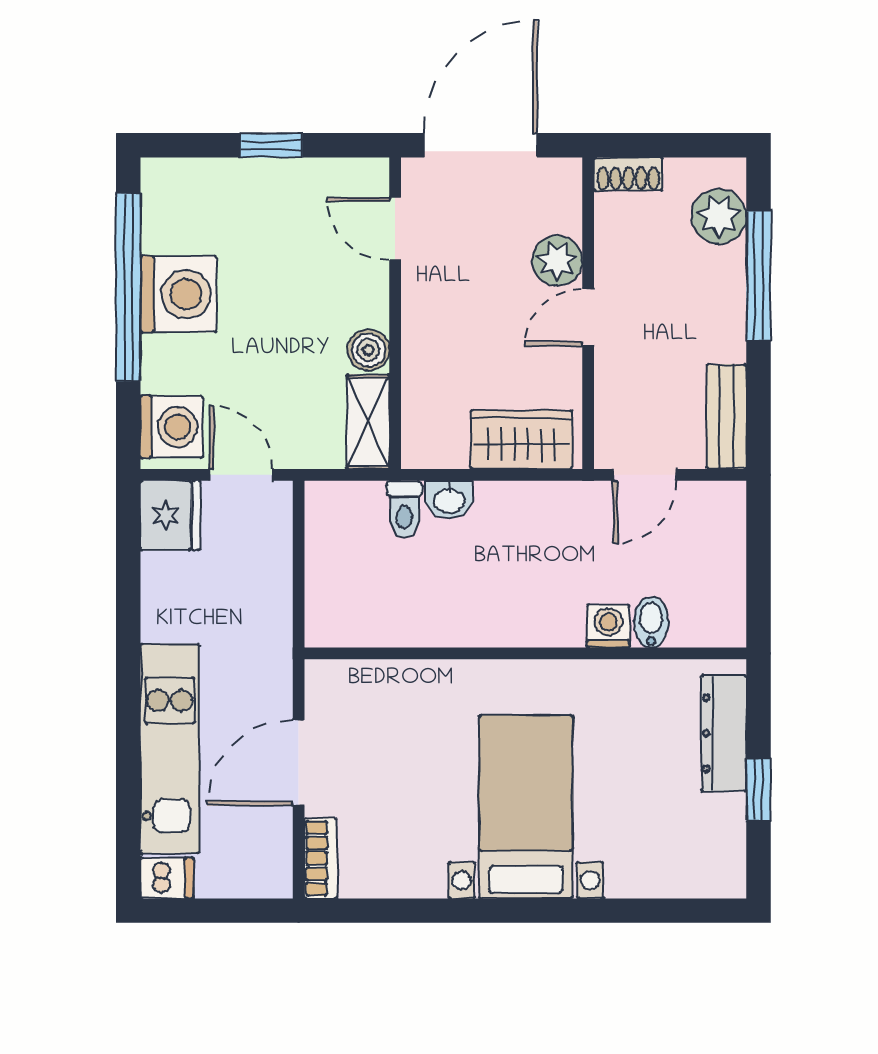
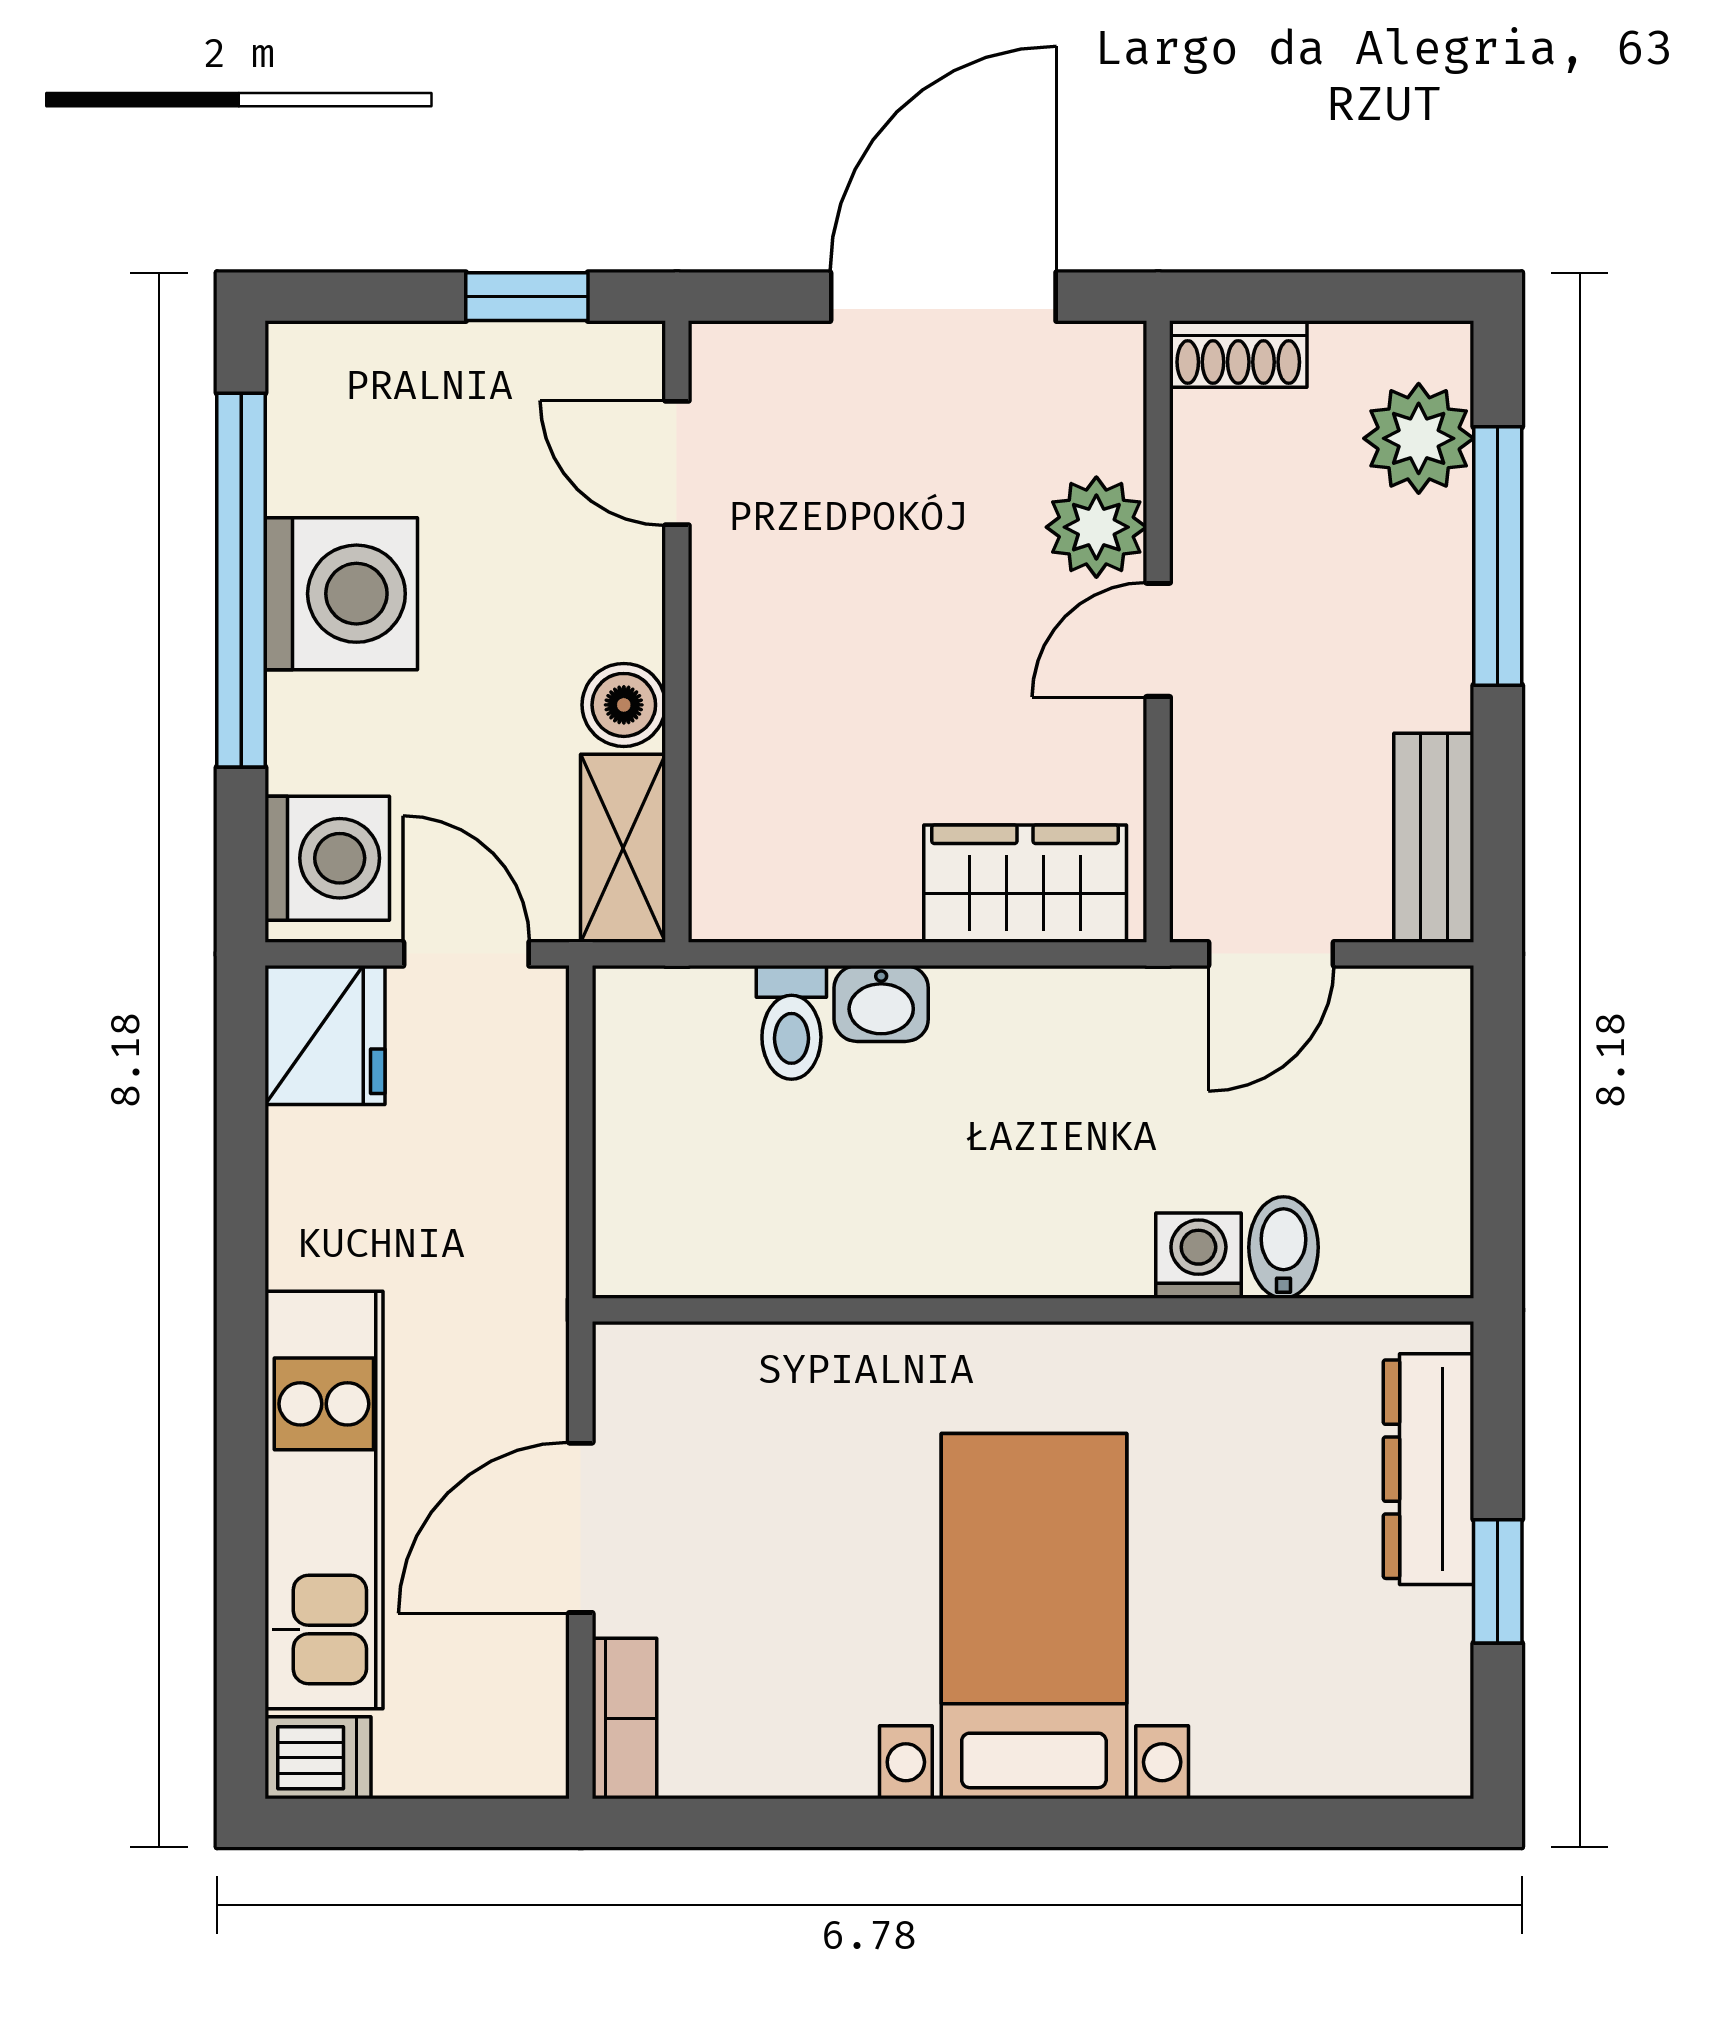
door: (395, 229) -> (677, 463), moved
wall: (395, 313) -> (677, 632), moved
boiler: (368, 350) -> (624, 705), moved
shelving: (368, 422) -> (623, 848), moved

